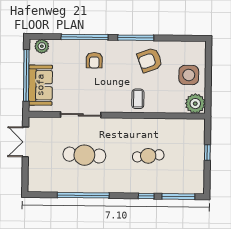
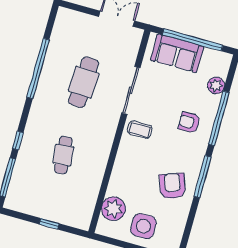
plant: (42, 46) -> (216, 85), moved
coffee table: (138, 99) -> (140, 130), moved
plant: (195, 104) -> (113, 209), moved

